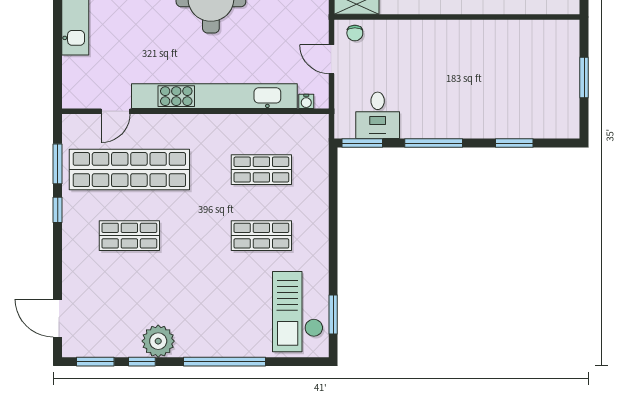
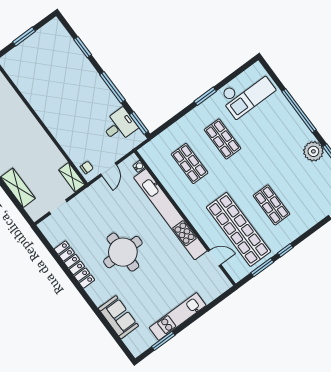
window: (333, 315) -> (205, 96), moved

